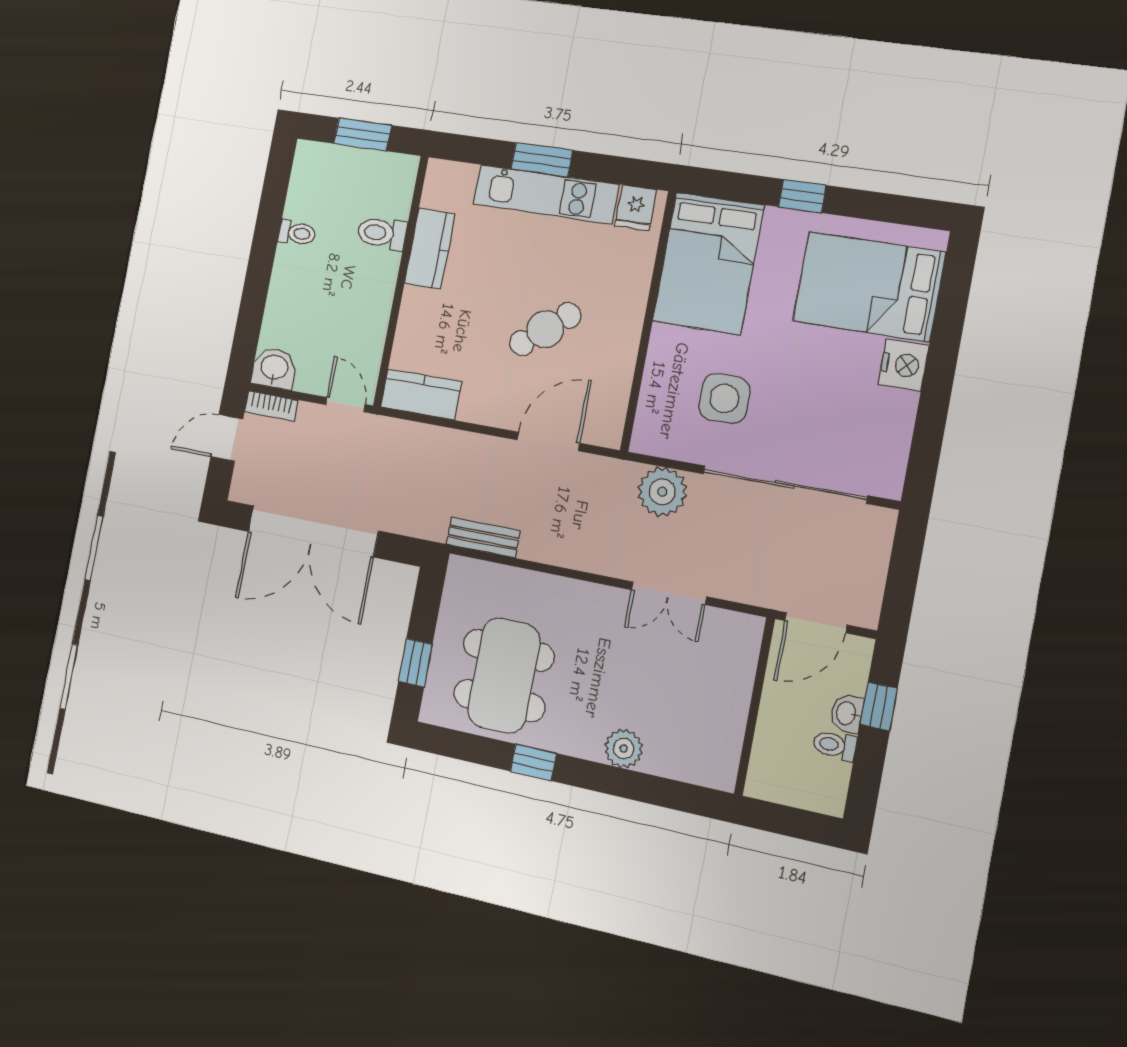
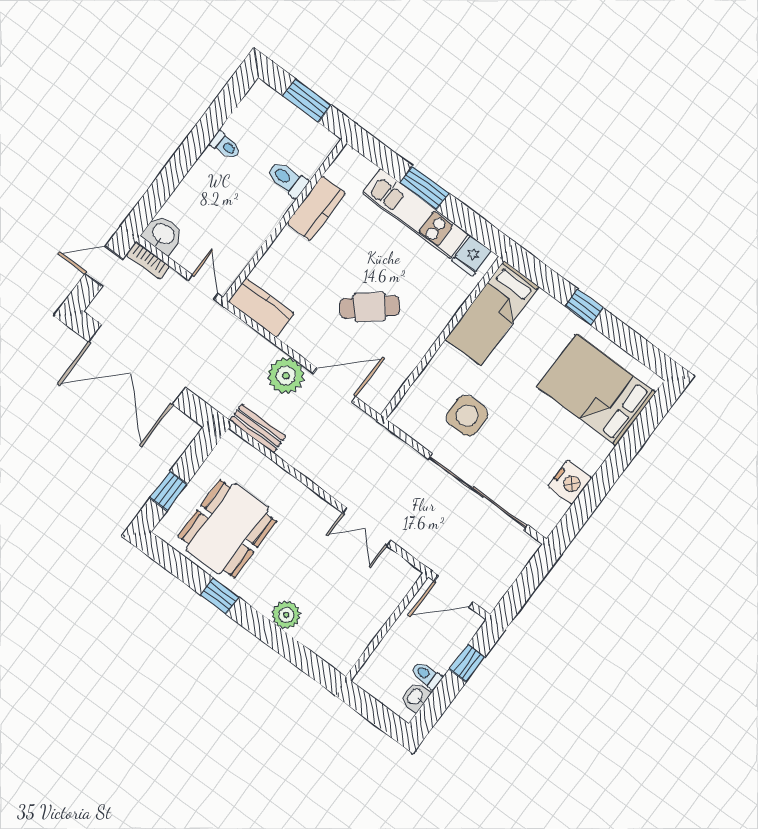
bed: (708, 263) -> (492, 313), width x0.67
nightstand: (903, 365) -> (570, 482), moved
plant: (662, 492) -> (286, 376), moved
washbasin: (847, 713) -> (416, 697), moved

